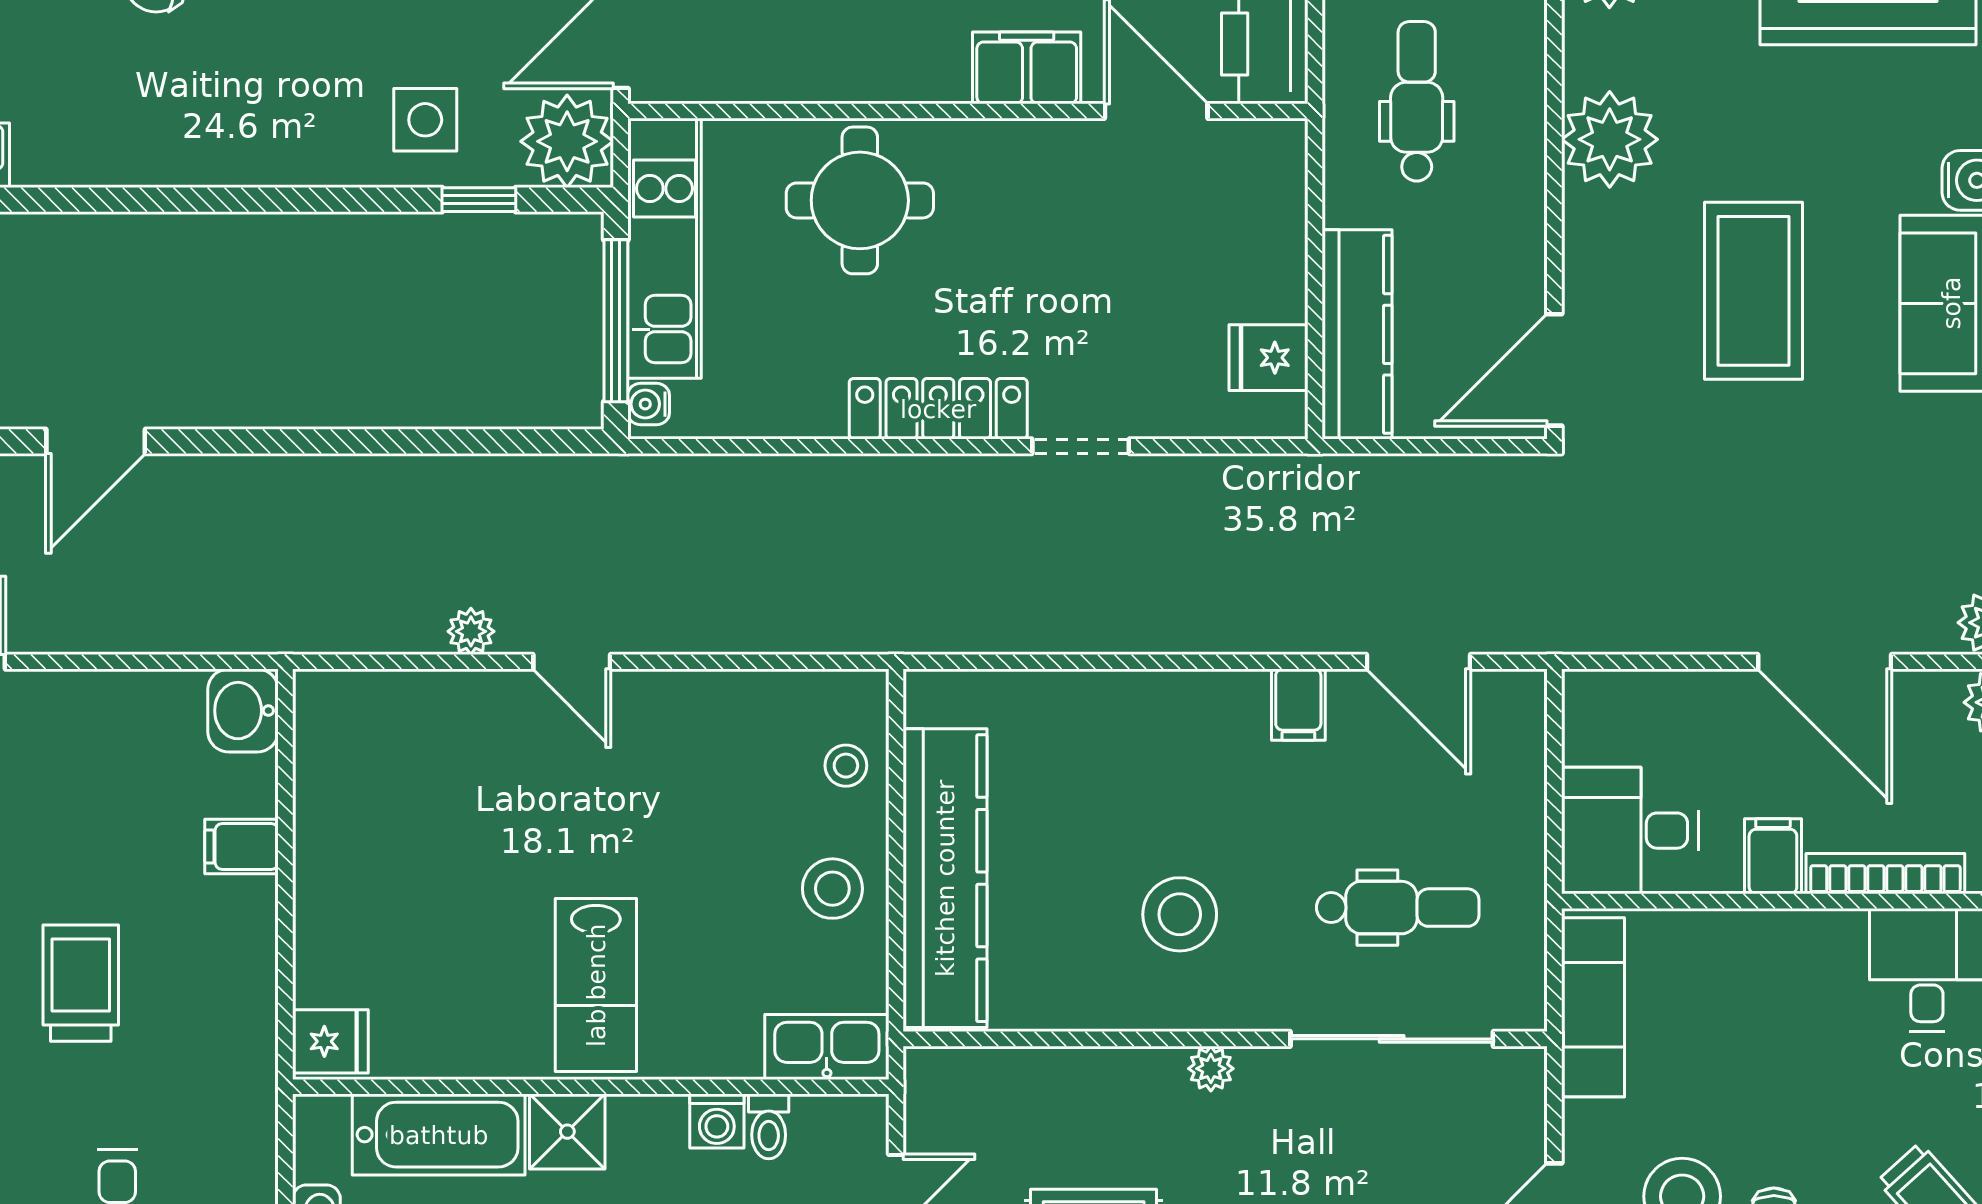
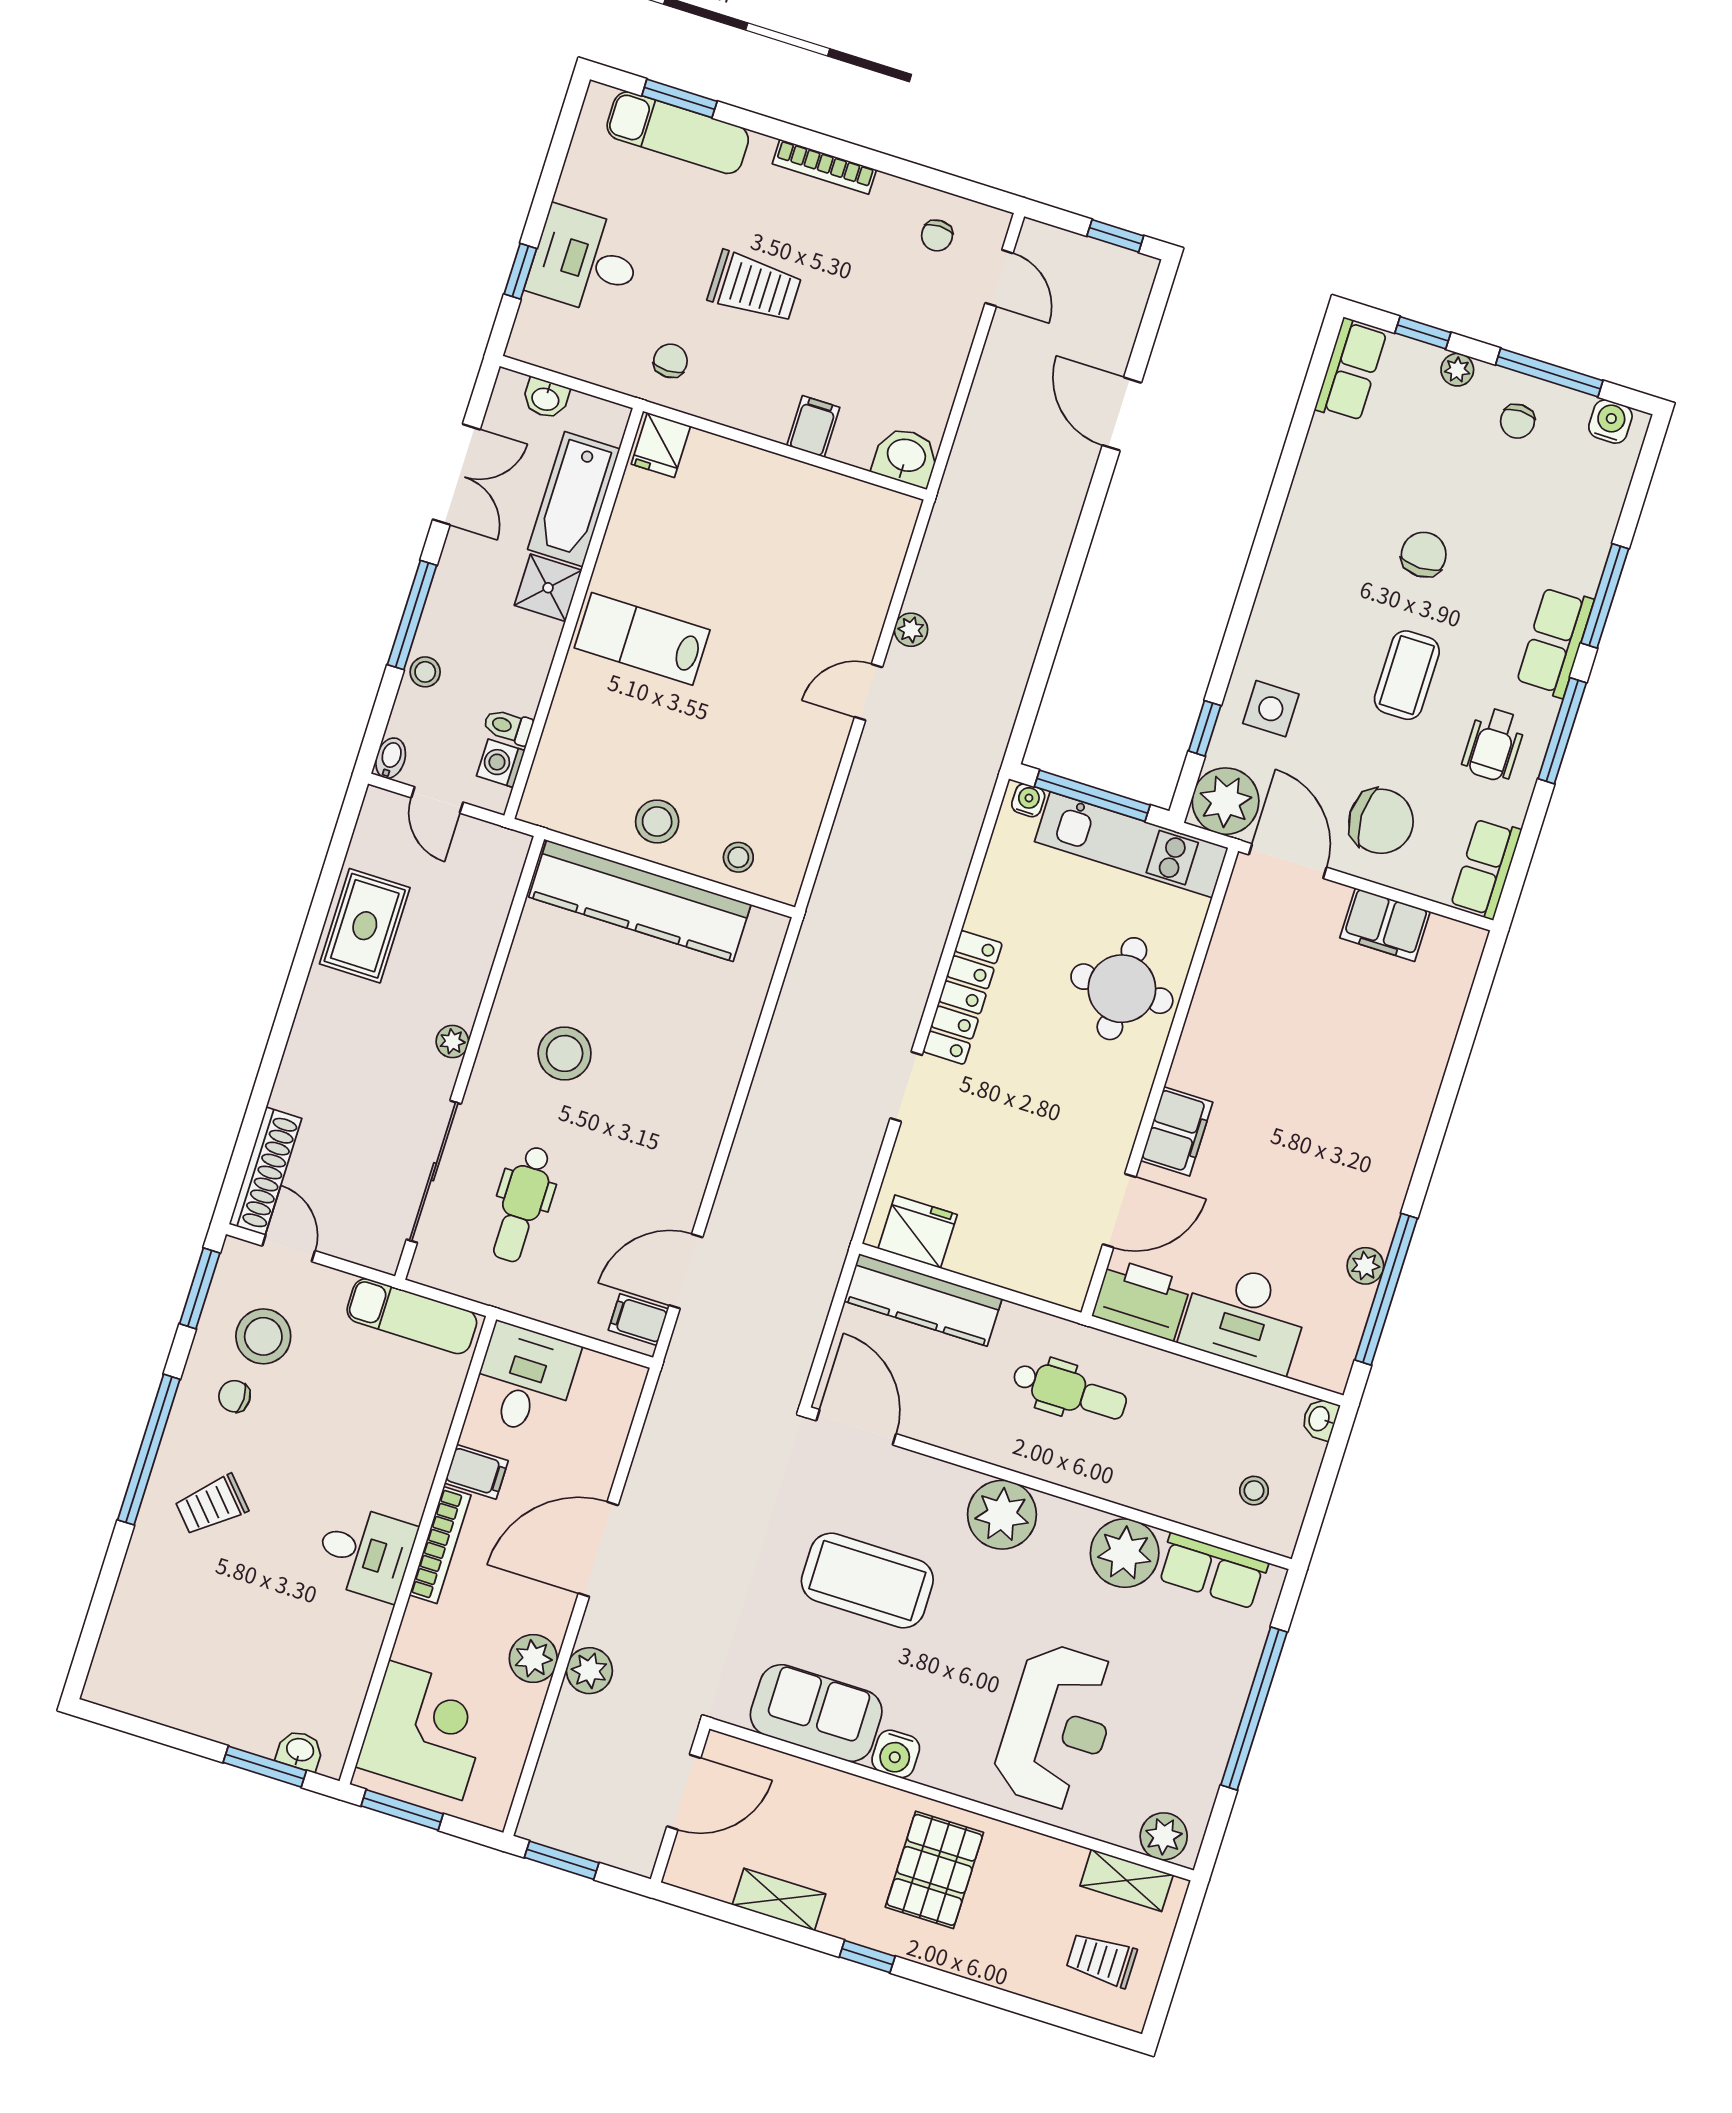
fridge: (1268, 358) -> (918, 1232), width x1.38
filing cabinet: (1298, 705) -> (638, 1320), moved
kitchen sink: (827, 1047) -> (550, 784), removed
chair: (214, 1064) -> (670, 361), added
washing machine: (717, 1121) -> (501, 763), moved

